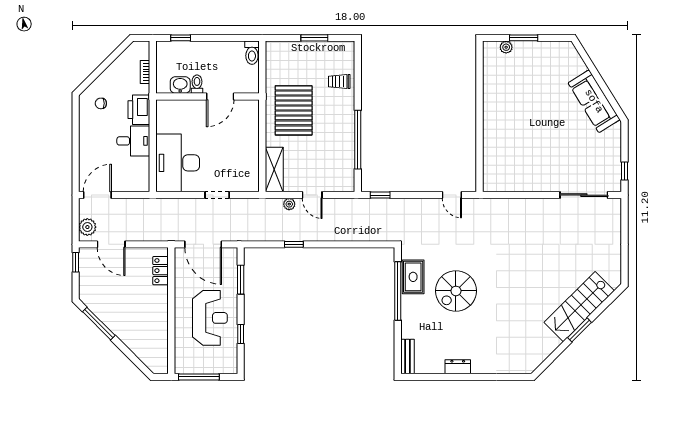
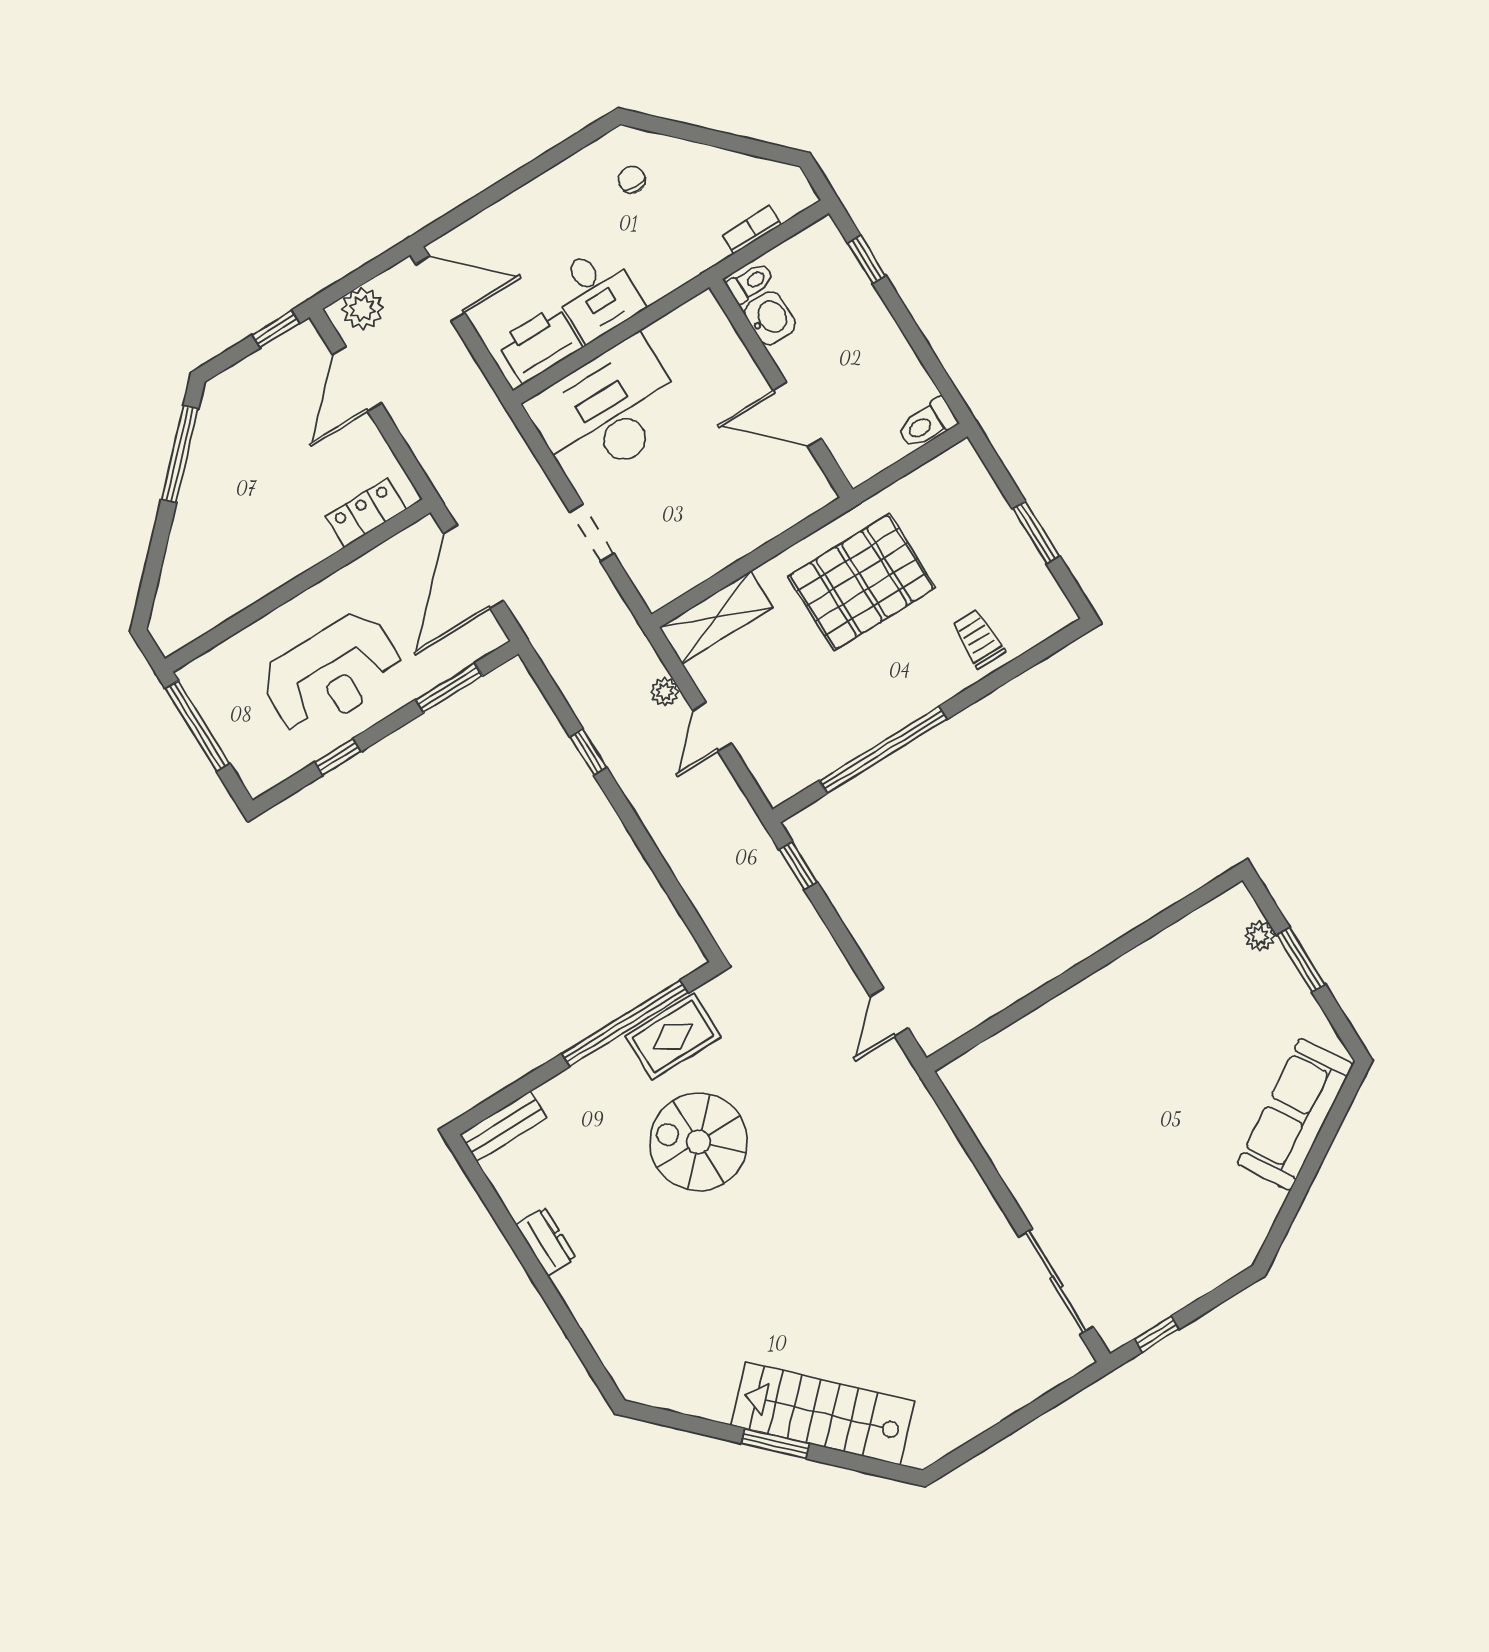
toilet: (197, 84) -> (751, 283), moved
sofa: (594, 101) -> (1295, 1114), moved
printer: (139, 110) -> (540, 344), moved

